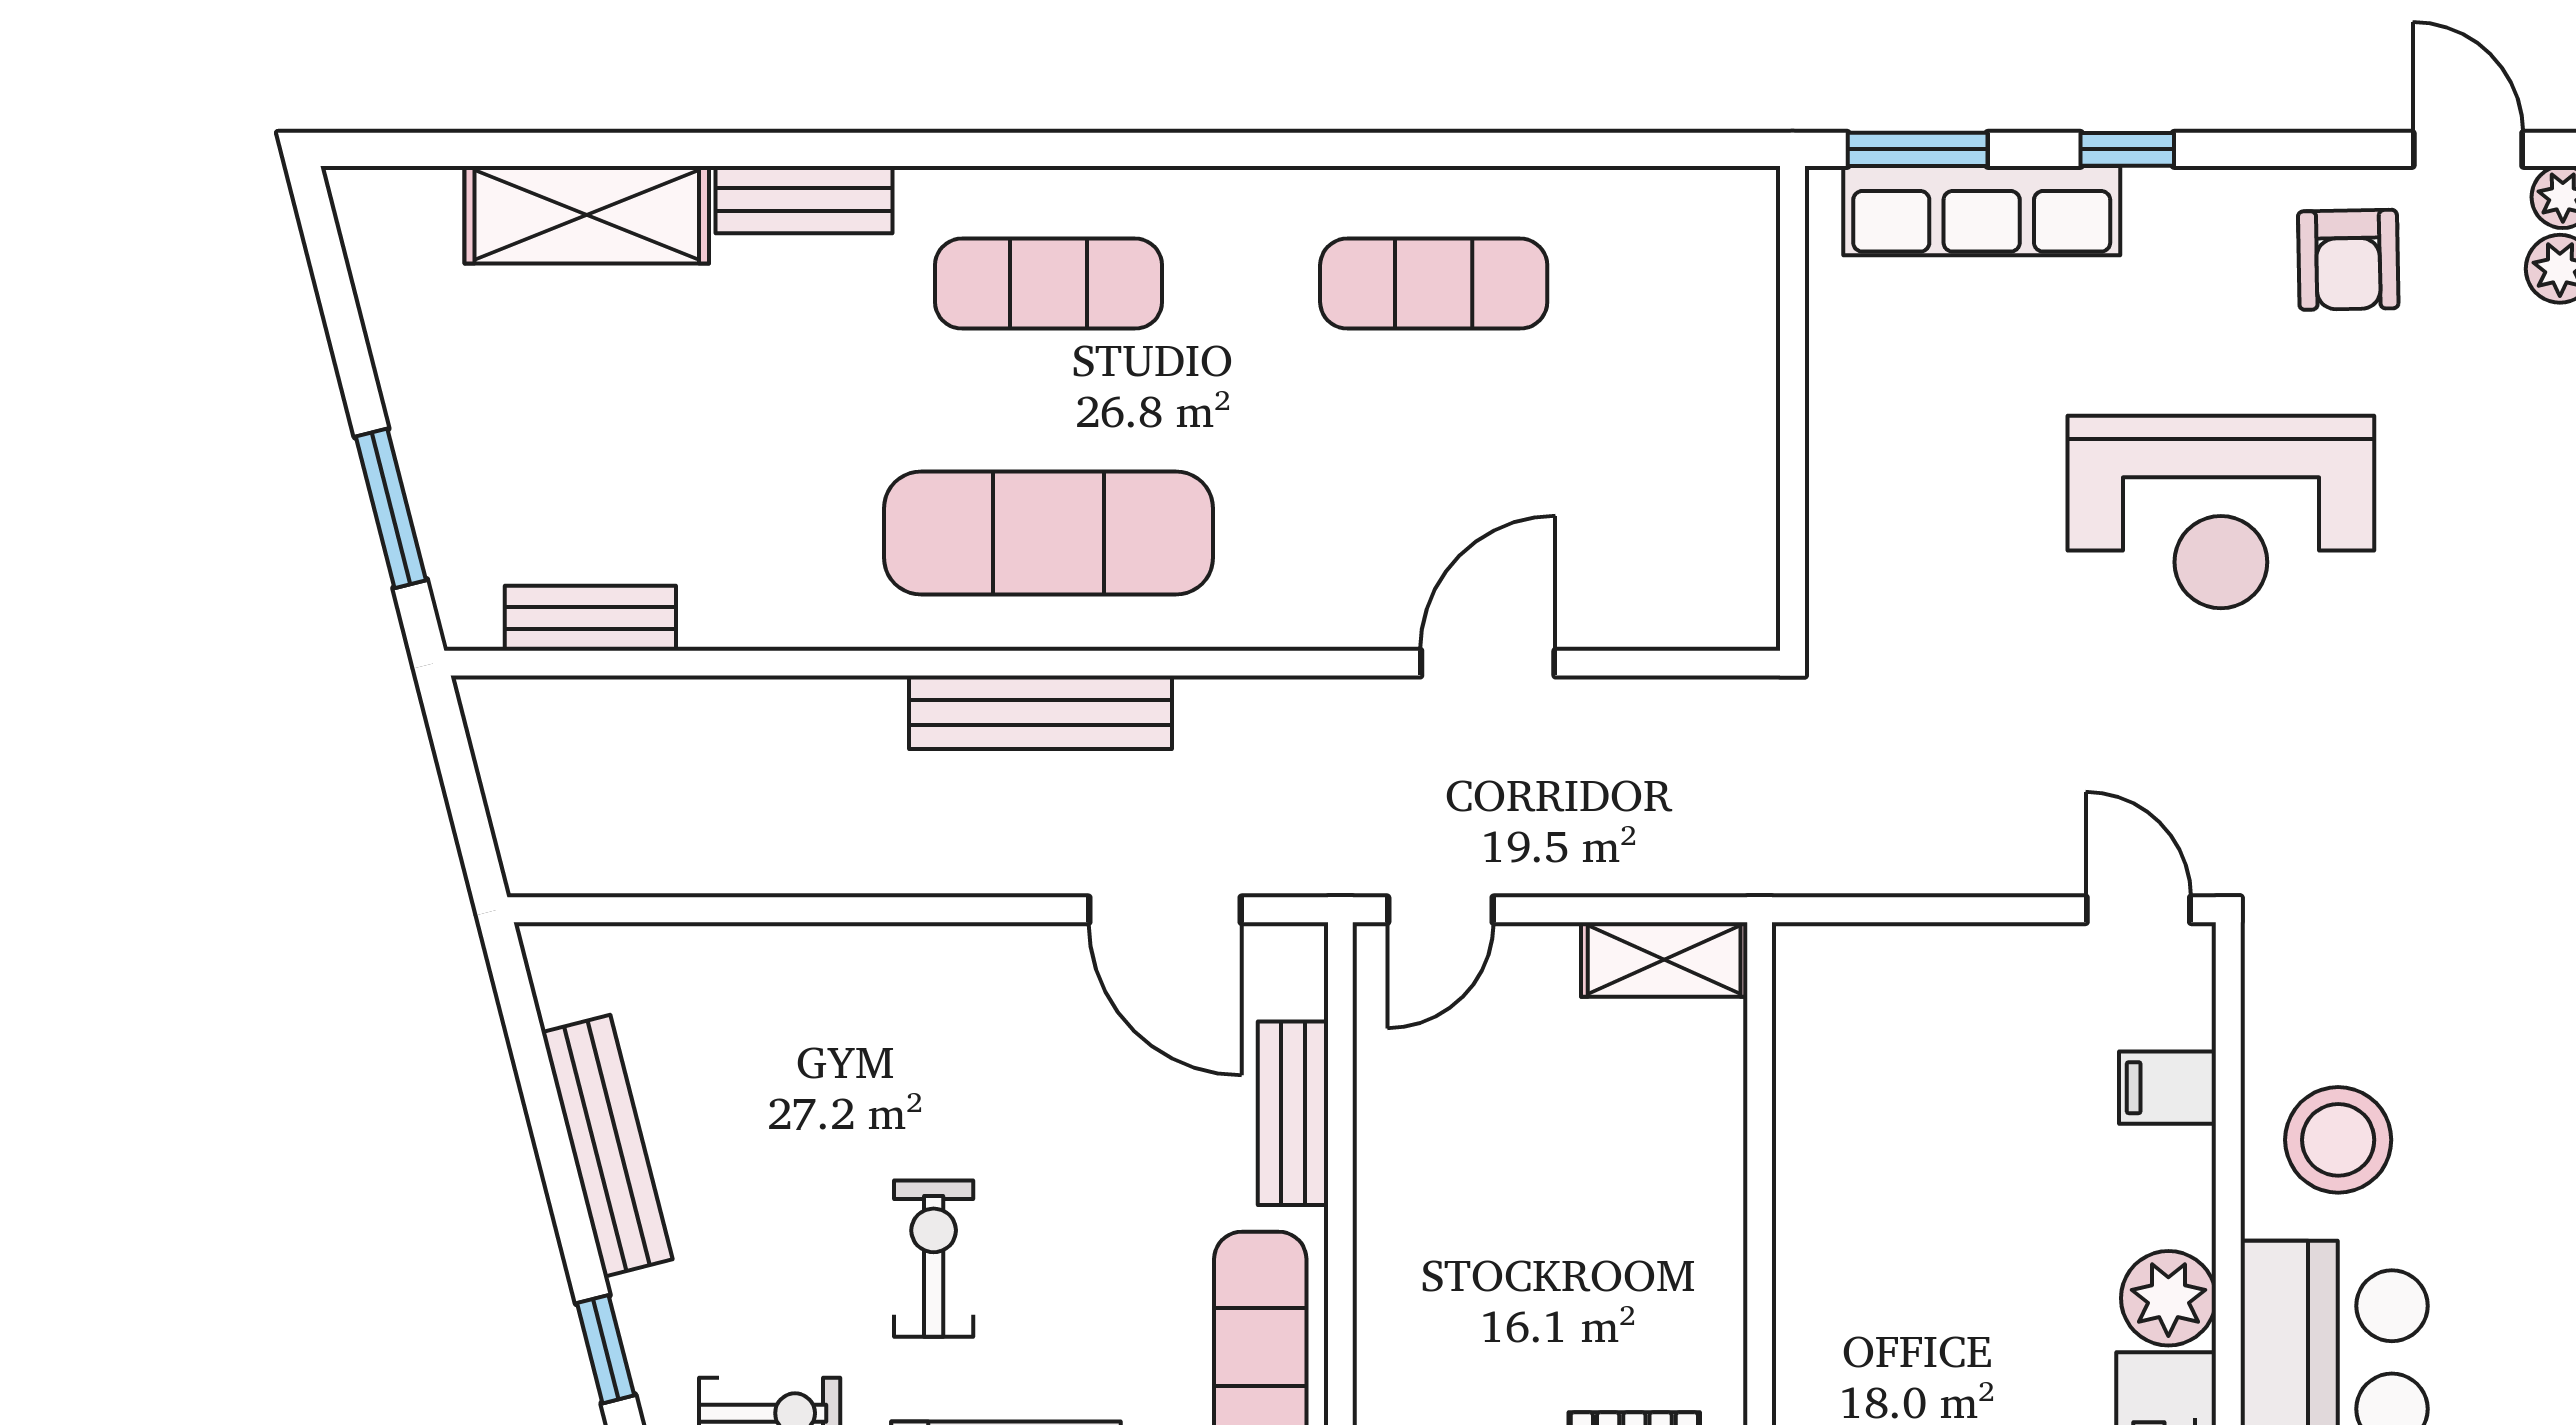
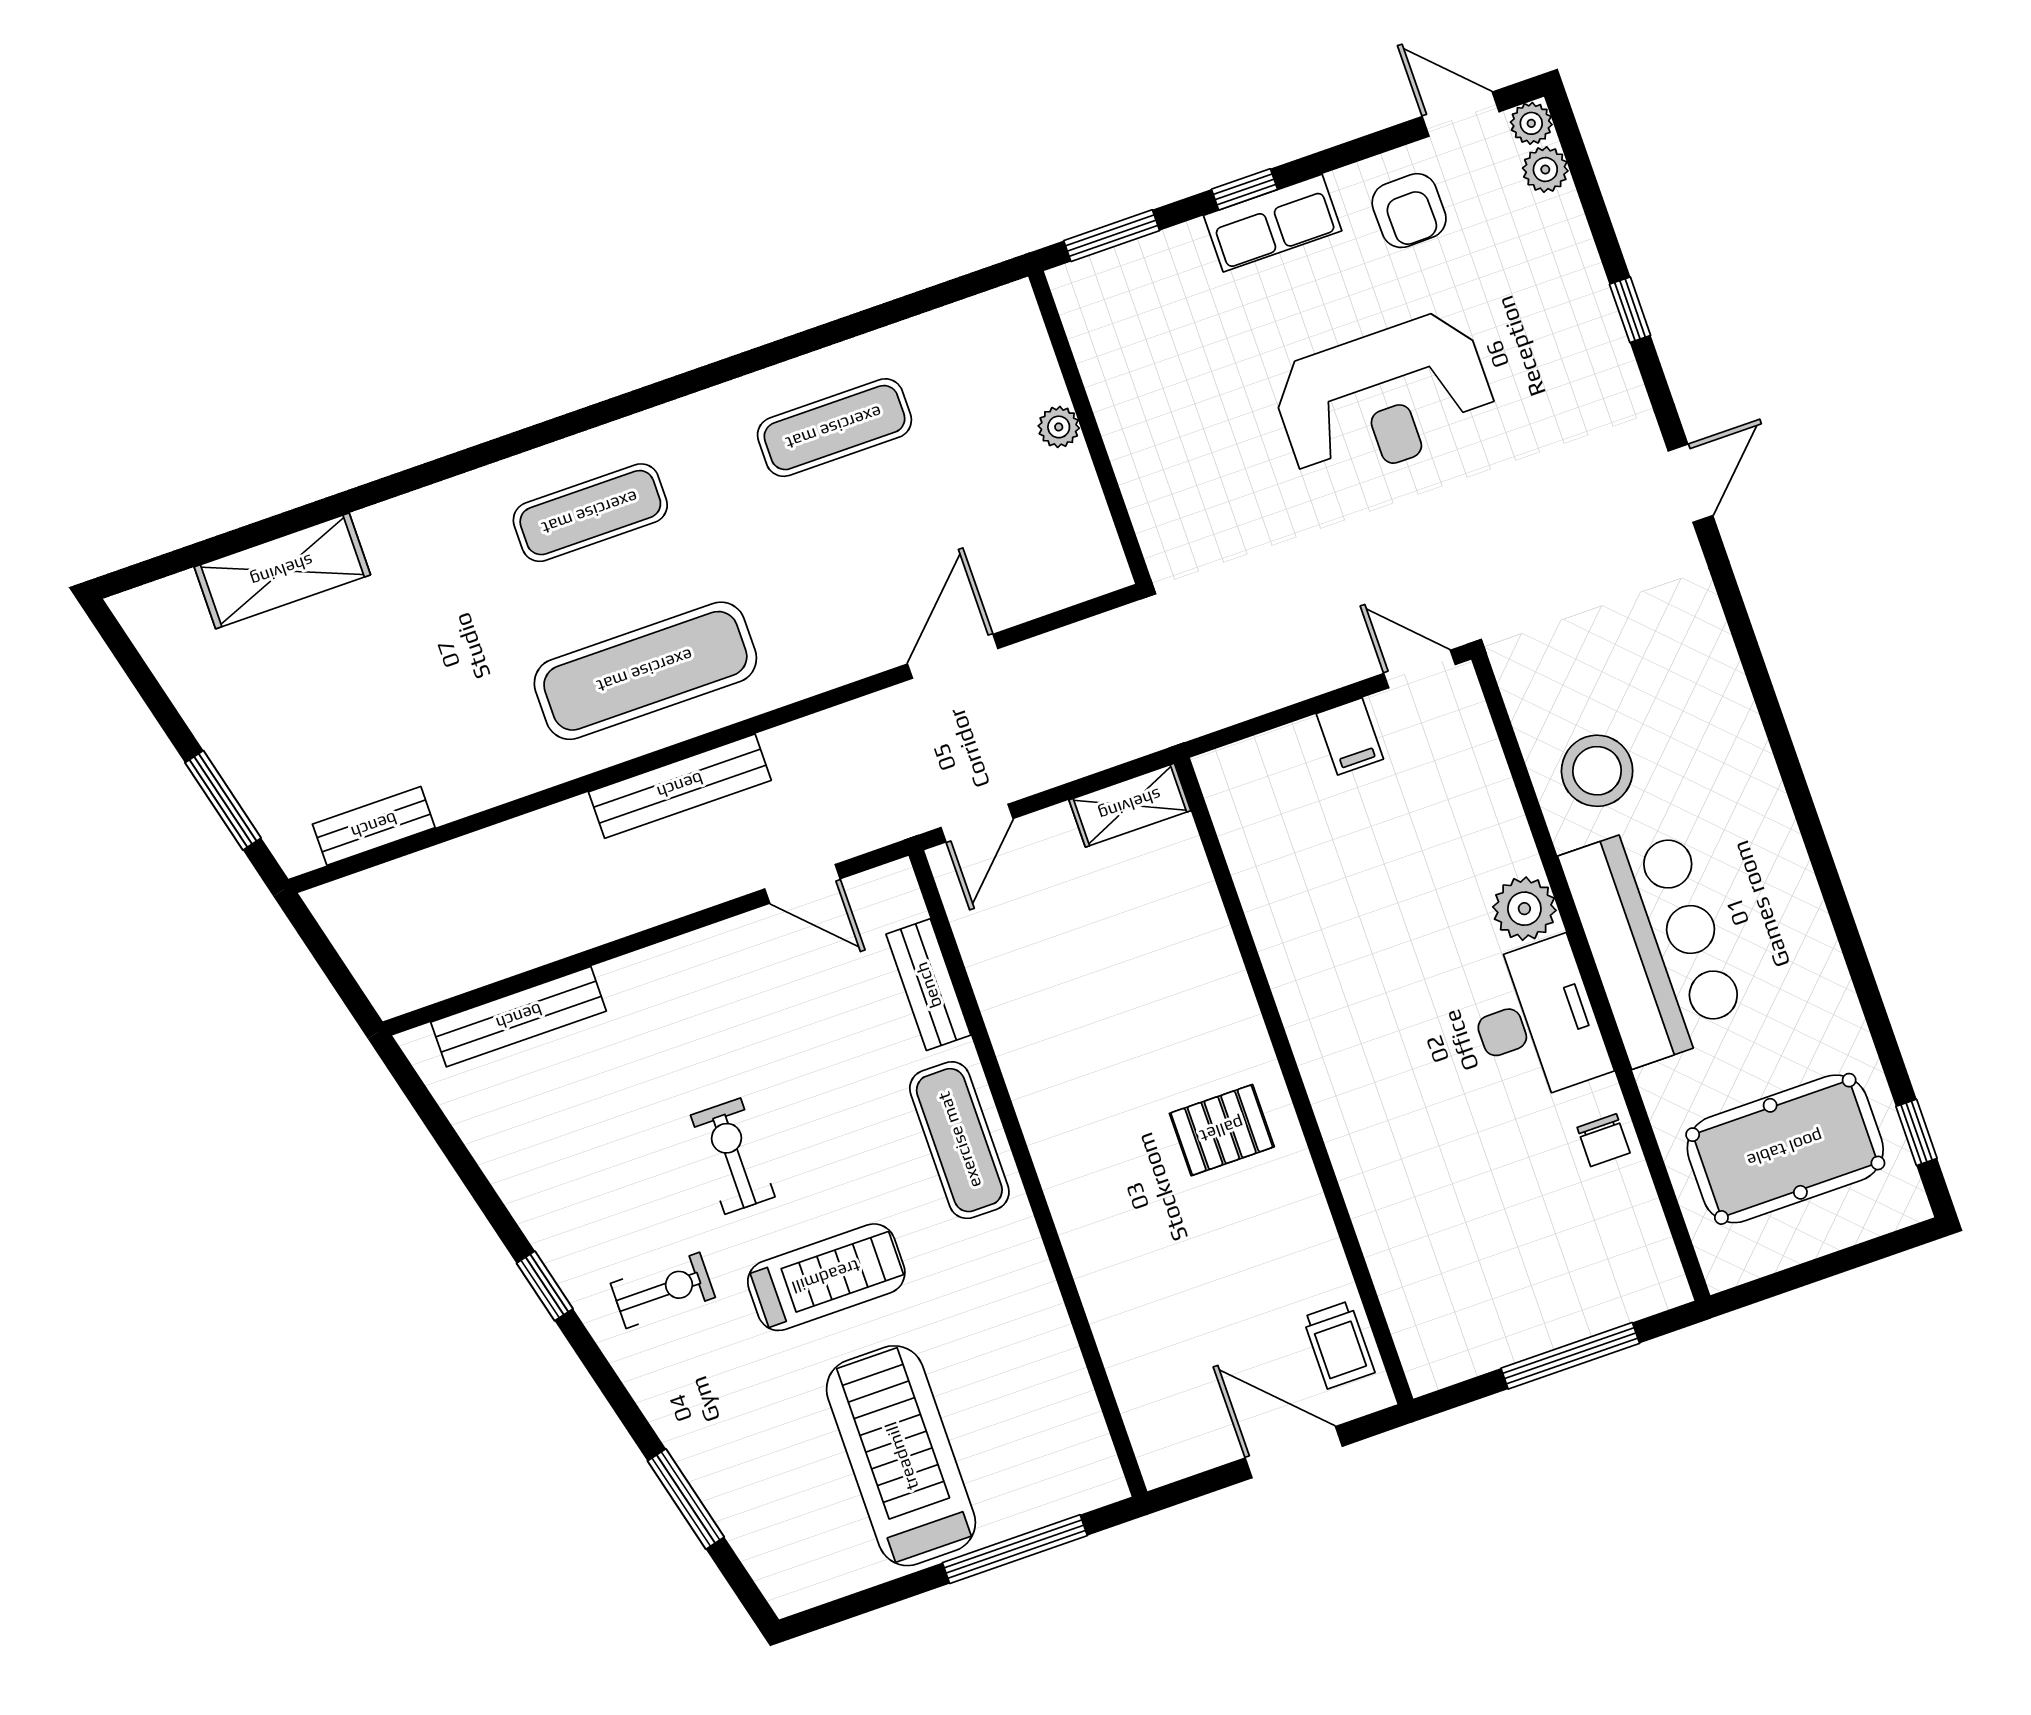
bench: (804, 200) -> (417, 513), removed
row of seats: (1982, 211) -> (1273, 223), moved, width x0.68
plant: (1749, 393) -> (1059, 427), added
door: (1165, 910) -> (802, 884), width x0.73
filing cabinet: (2167, 1088) -> (1350, 736), moved, turned -90
bench: (607, 1146) -> (519, 1017), moved, turned -76

